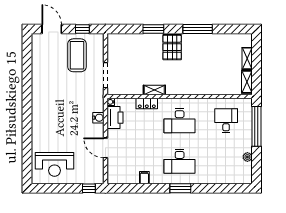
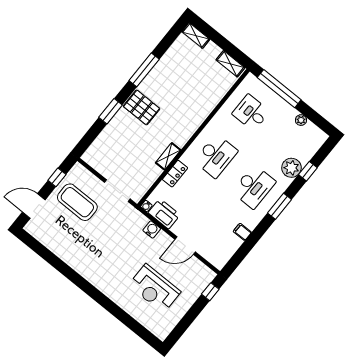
shelving: (247, 58) -> (196, 36), moved
reception desk: (54, 164) -> (155, 288), moved, turned 90
plant: (212, 176) -> (291, 168), added
window: (218, 188) -> (308, 171), added

